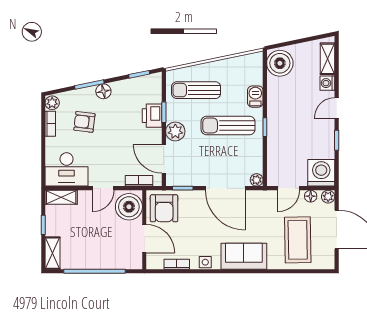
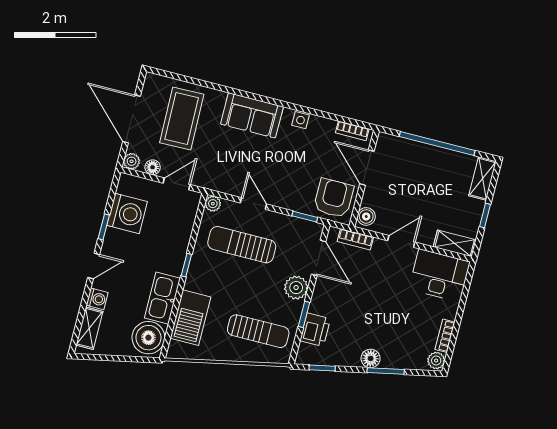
barbecue: (255, 97) -> (190, 318), width x1.88, depth x1.53
kitchen sink: (277, 97) -> (162, 298), added
printer: (152, 116) -> (315, 330), moved
armchair: (84, 122) -> (403, 327), removed
sun lounger: (228, 125) -> (242, 245), moved, turned 180
washing machine: (321, 173) -> (127, 213), moved, turned -90
door: (225, 188) -> (253, 203), width x0.53
boiler: (129, 207) -> (366, 216), width x0.54, depth x0.54
bookcase: (177, 264) -> (352, 131), moved

